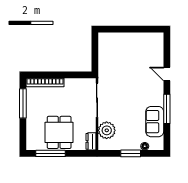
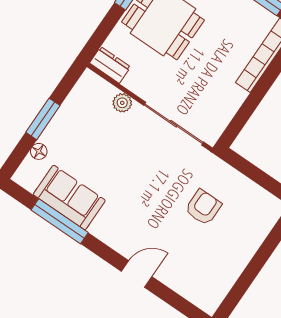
armchair: (122, 66) -> (203, 207), added
window: (167, 109) -> (60, 221), moved
plant: (107, 130) -> (122, 103), width x0.53, depth x0.53

